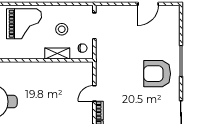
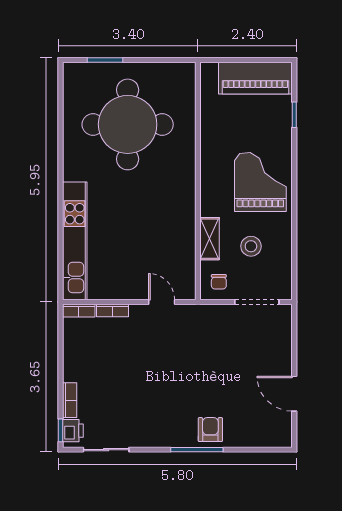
grand piano: (24, 24) -> (260, 182), turned 180
armchair: (157, 74) -> (210, 430), moved, width x0.53, depth x0.53
door: (94, 93) -> (162, 302), moved

